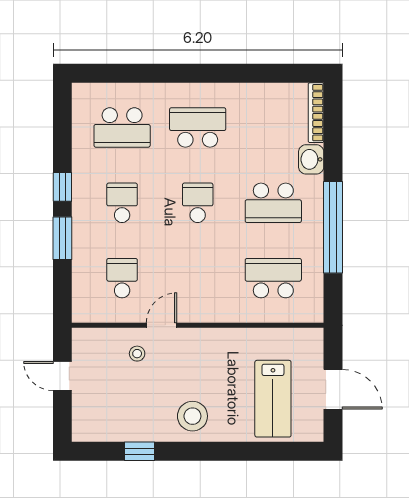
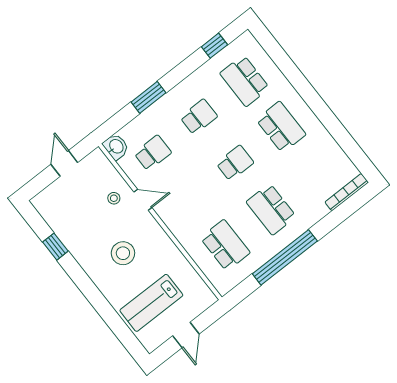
washbasin: (311, 159) -> (116, 147), moved, turned 90
window: (62, 187) -> (214, 46), moved
door: (333, 389) -> (186, 335), width x0.73
stool: (192, 416) -> (123, 253), moved

